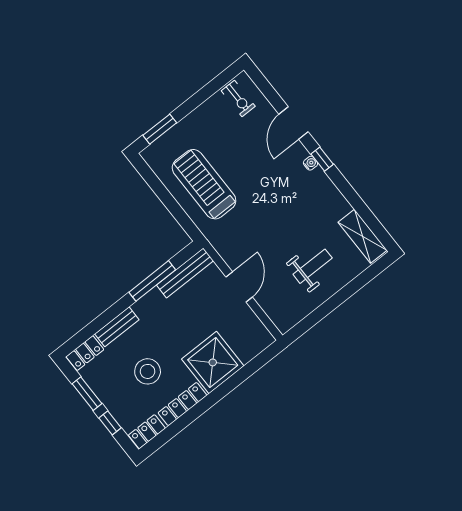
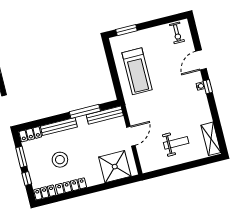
treadmill: (204, 184) -> (137, 71), turned 180
bench: (117, 327) -> (59, 127), width x1.36
shower: (213, 362) -> (115, 167), moved

